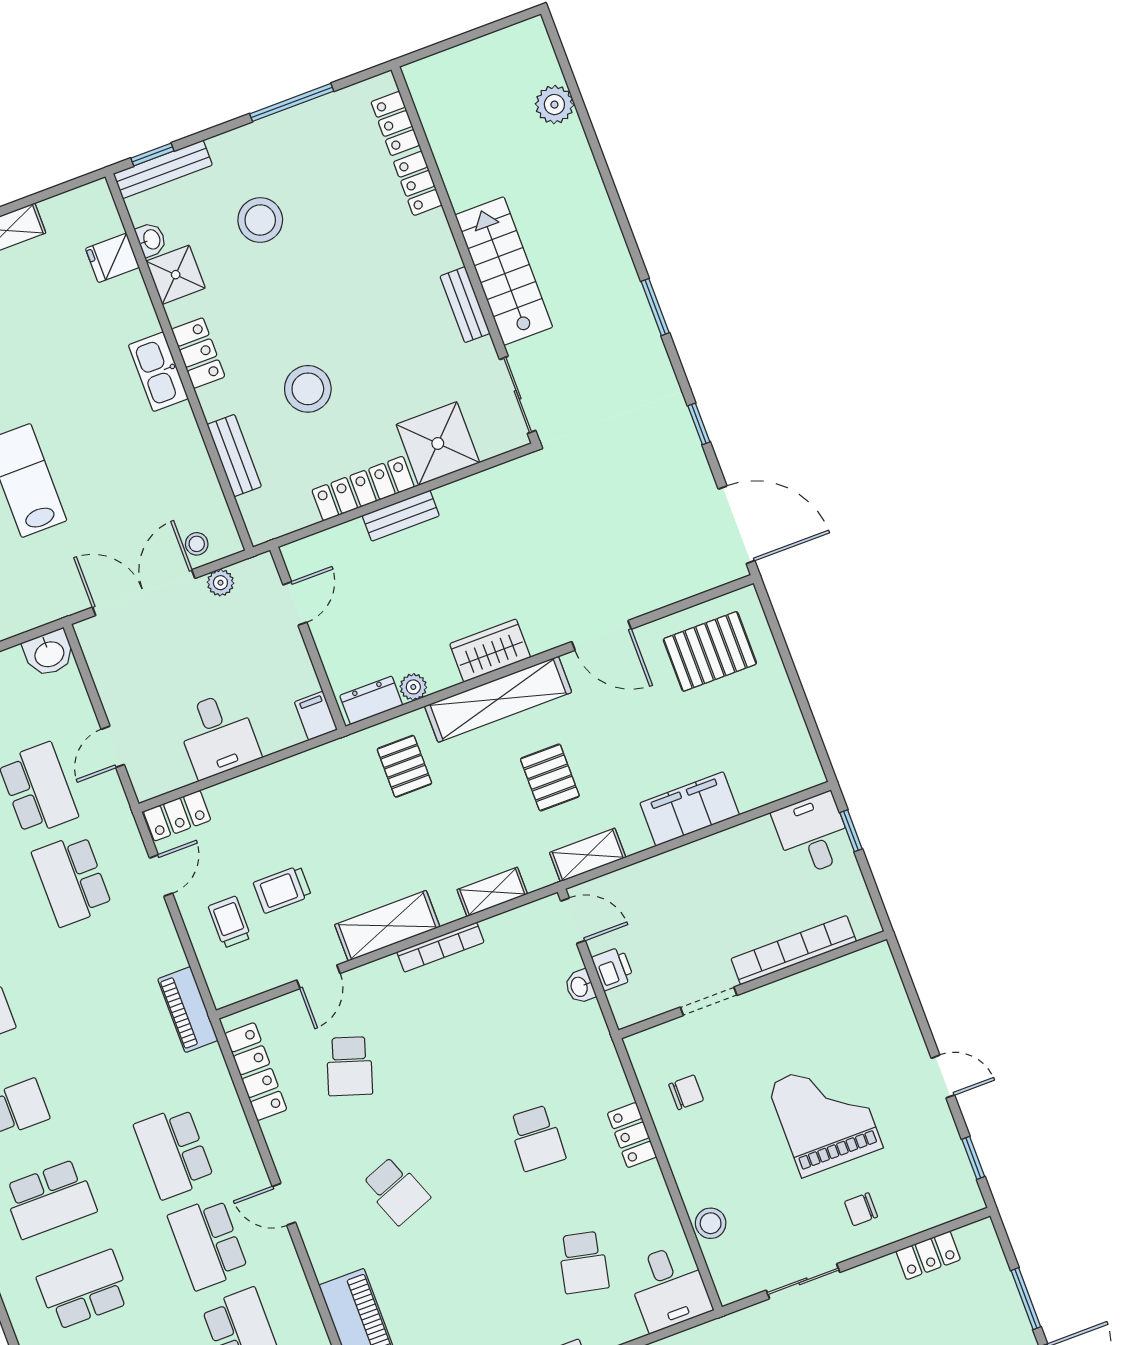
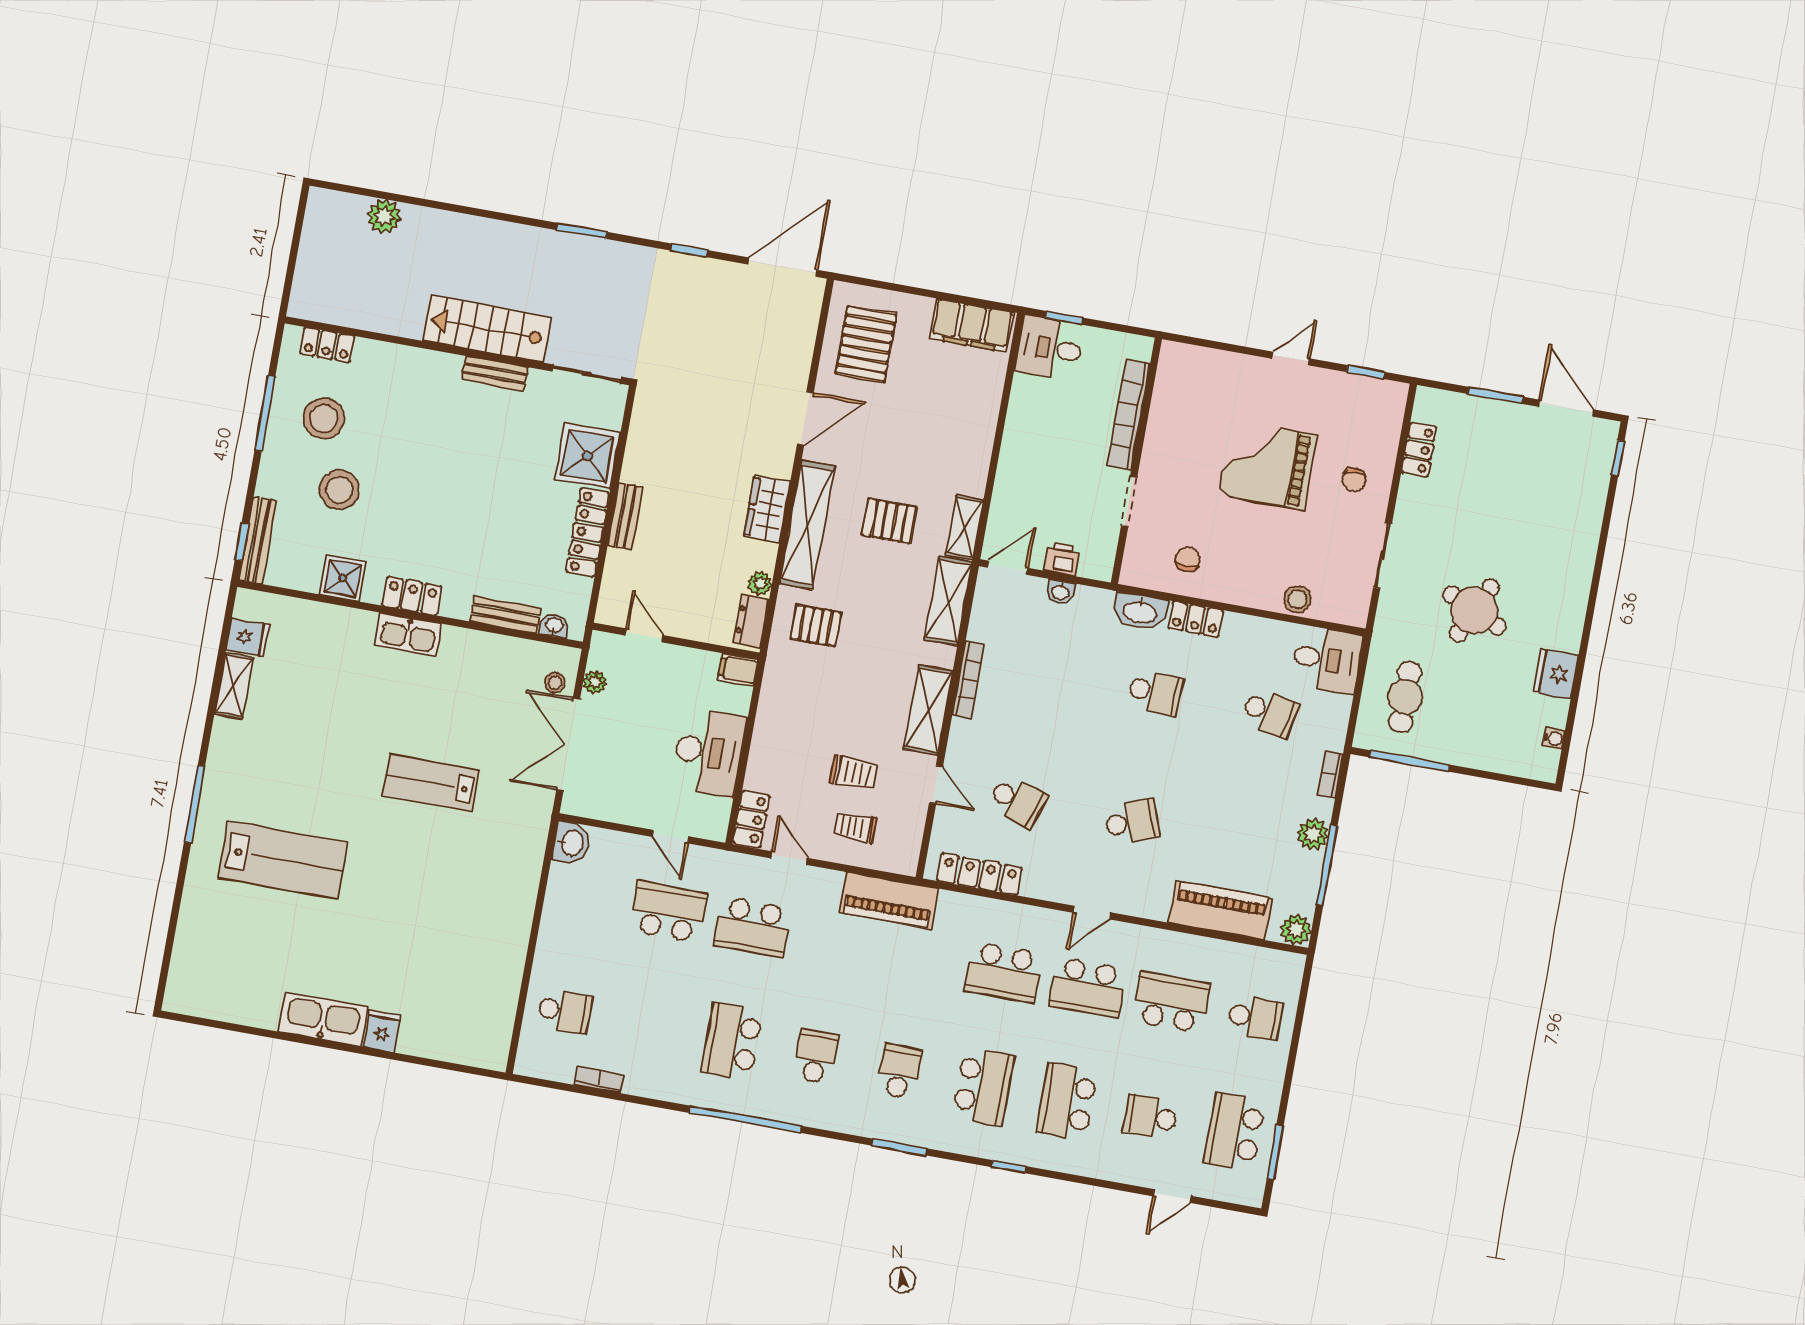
locker: (418, 183) -> (382, 355), removed
washbasin: (151, 240) -> (554, 626), moved
fridge: (112, 258) -> (248, 637), moved, turned -90
stool: (308, 389) -> (324, 418), moved
desk: (218, 735) -> (709, 752), width x1.37
filing cabinet: (690, 809) -> (972, 325), moved, turned -90
trolley: (282, 889) -> (854, 773), turned -90
shelving: (492, 892) -> (948, 601), width x1.50, depth x1.33
piano: (188, 1010) -> (889, 900), width x1.37, depth x1.33
washbasin: (607, 1076) -> (1140, 612), added

